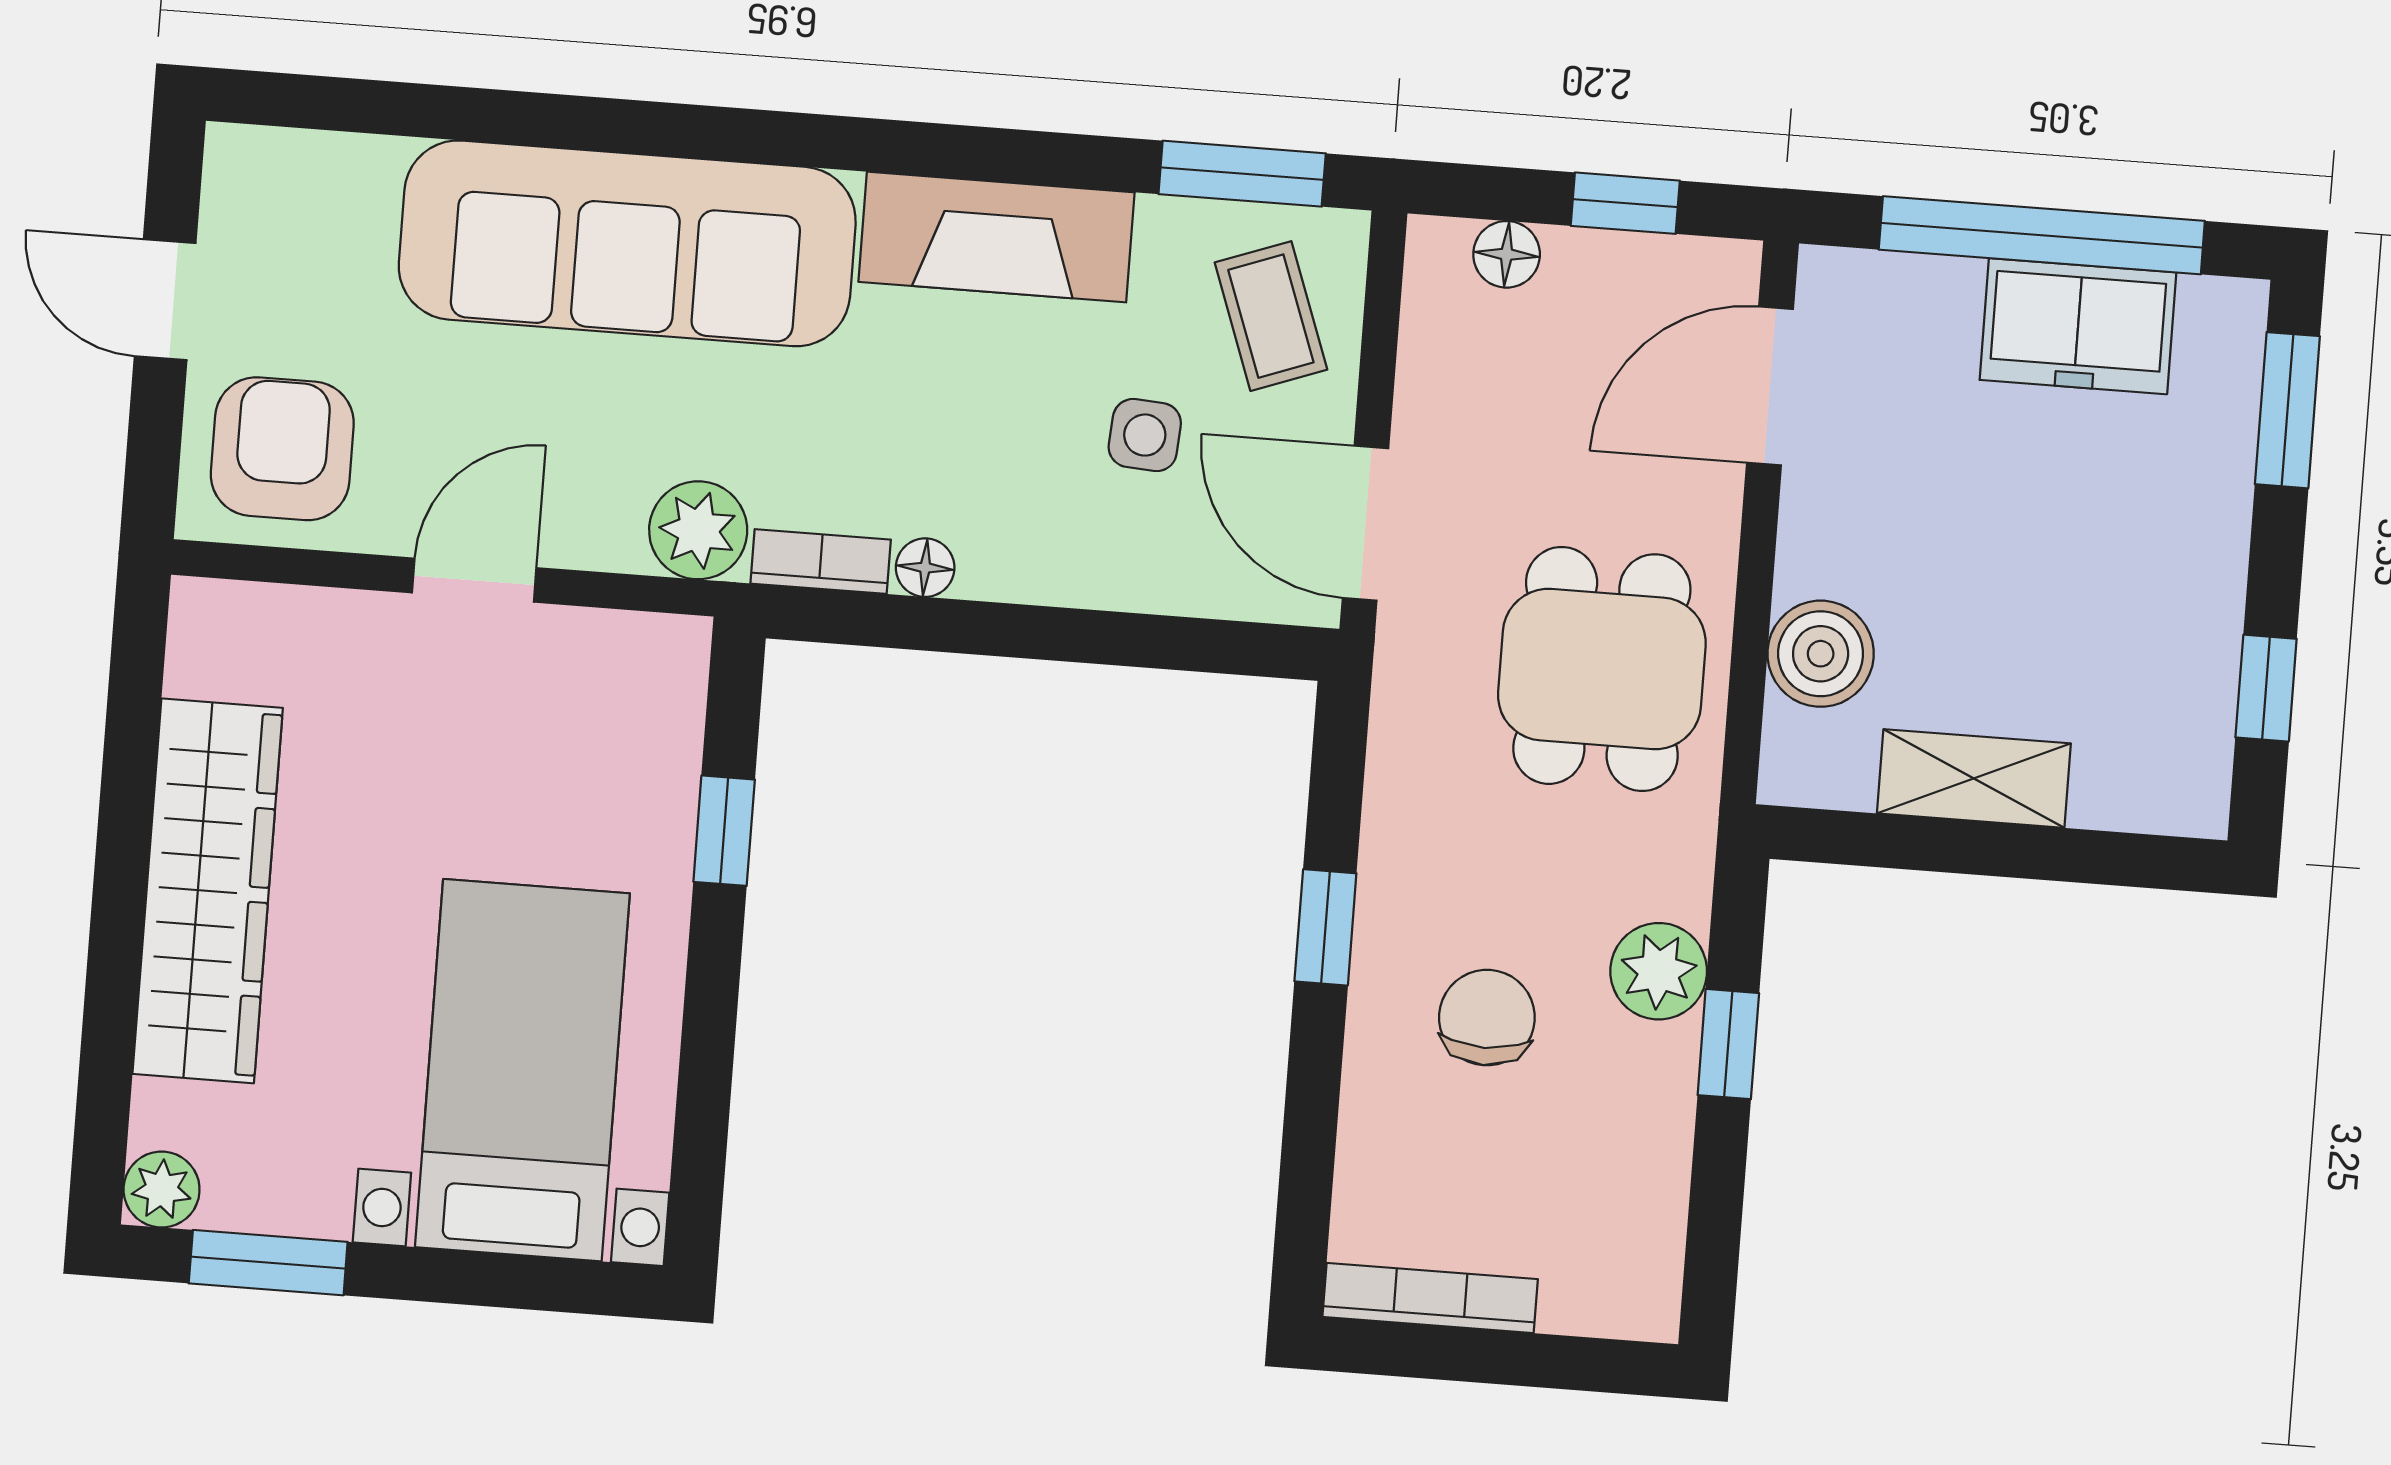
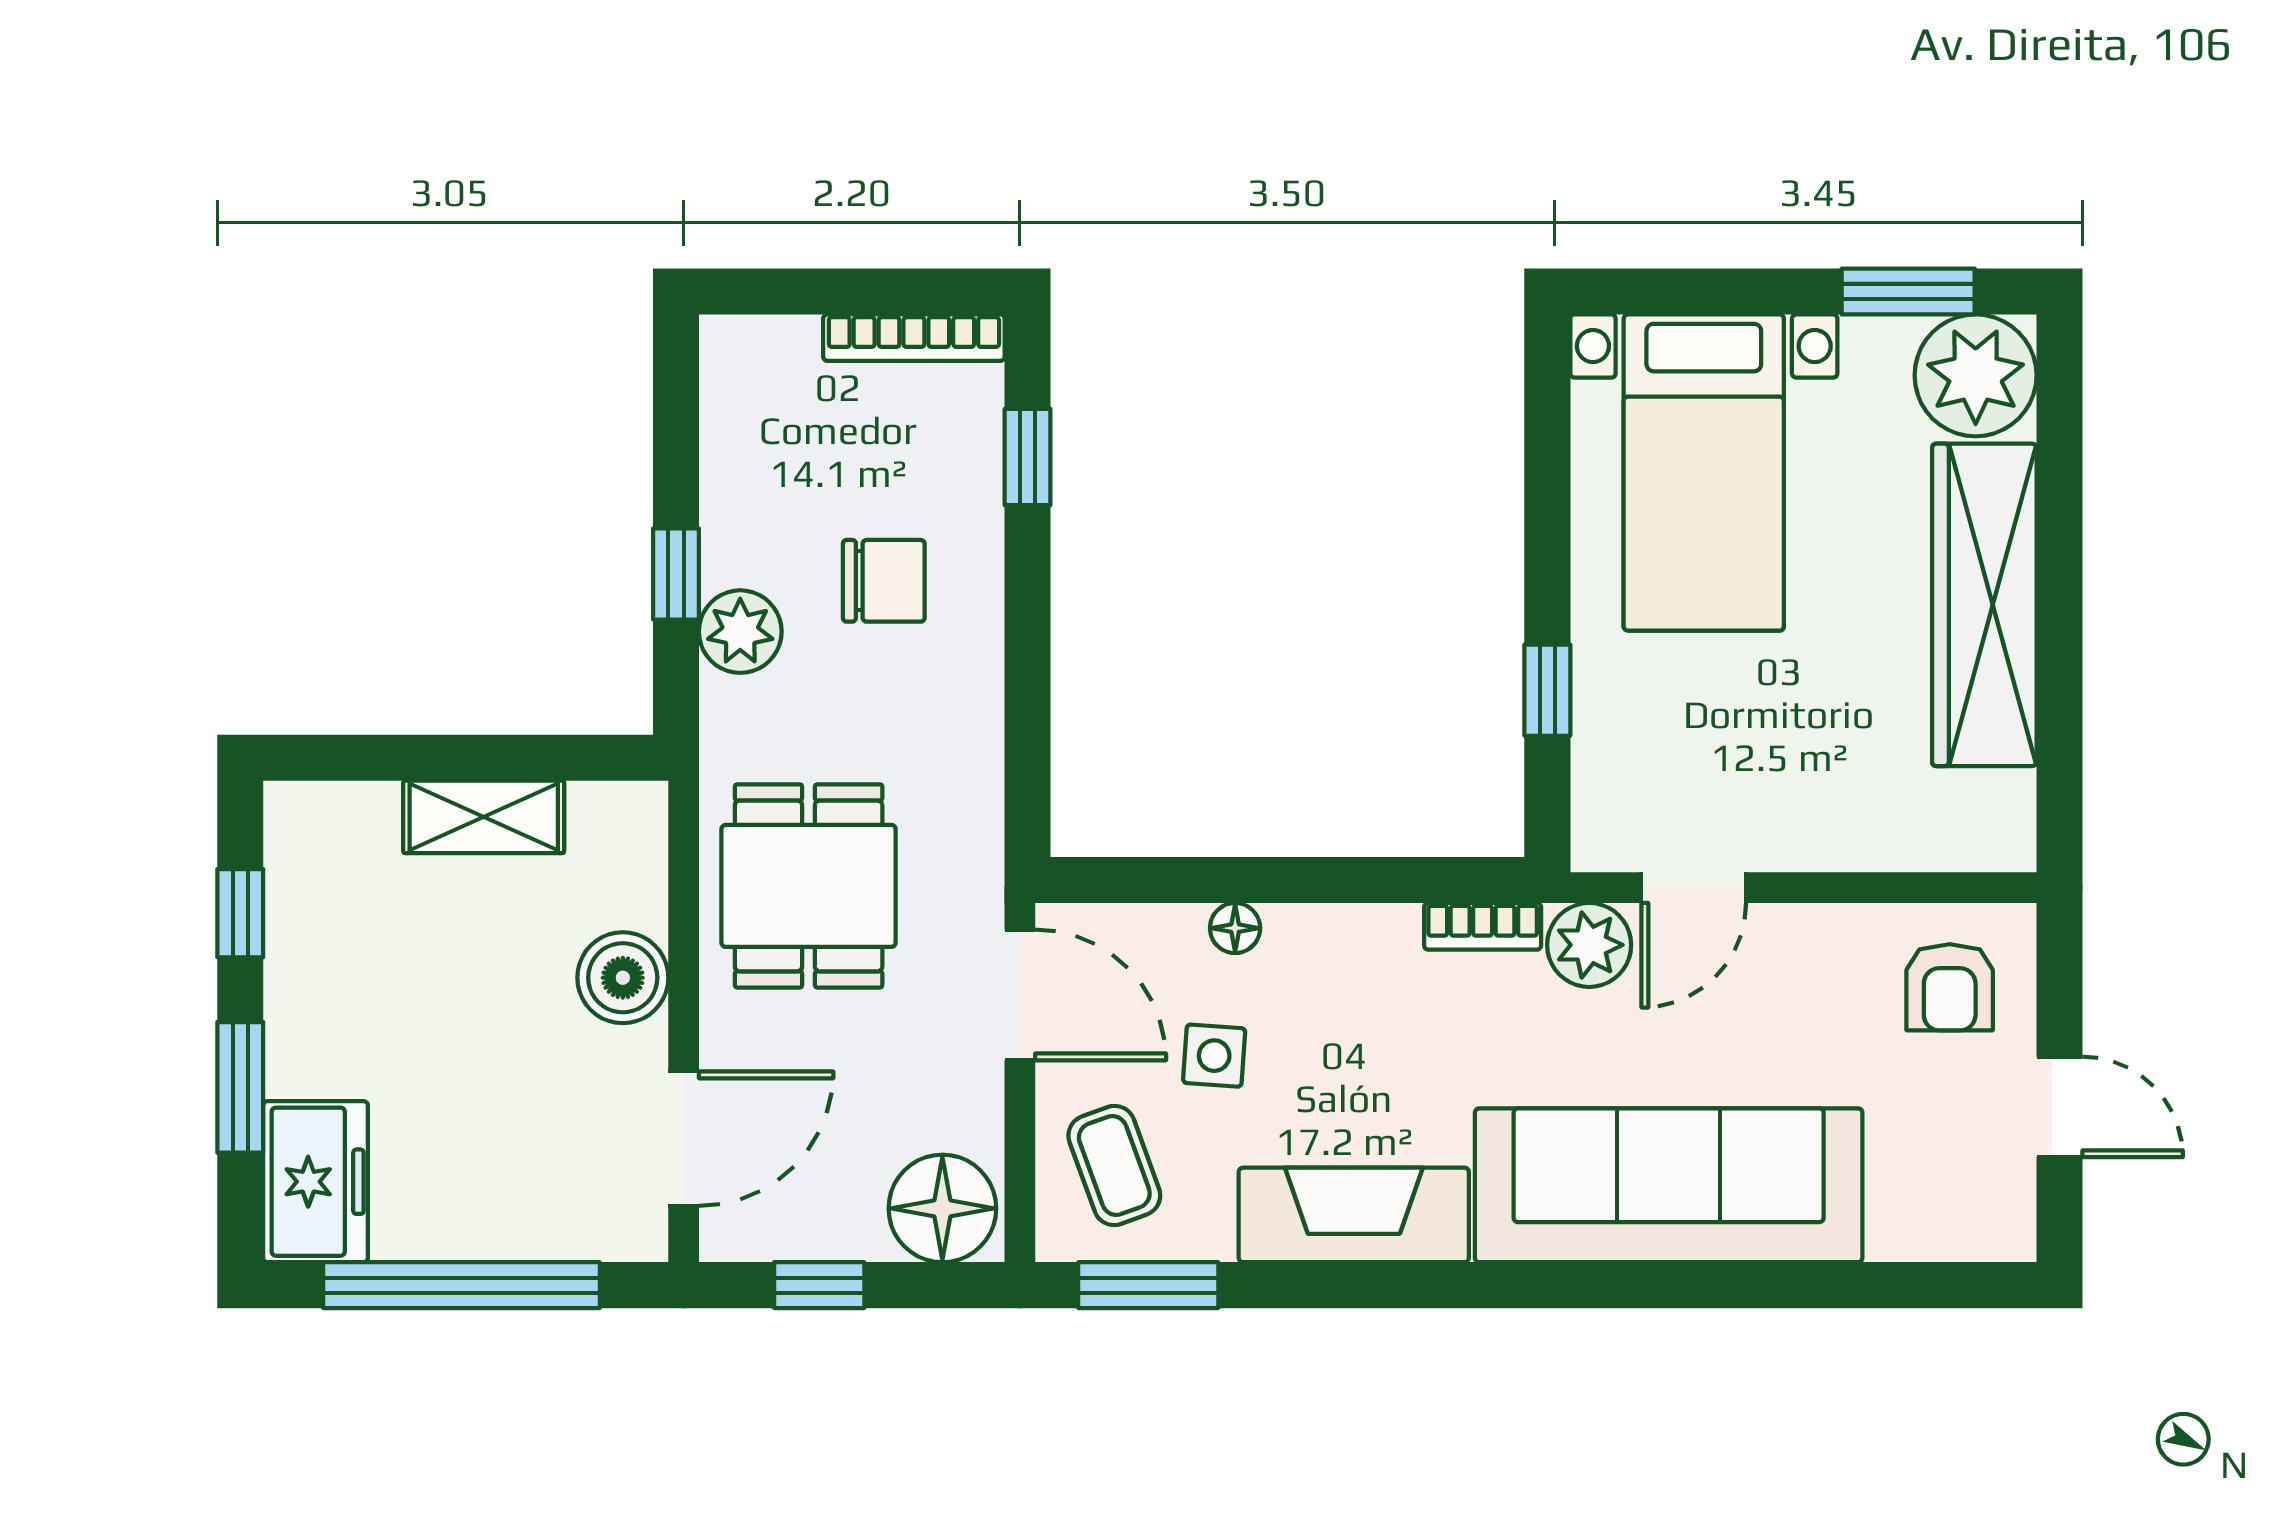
floor lamp: (1507, 254) -> (942, 1208), width x1.89, depth x1.89
freezer: (2078, 326) -> (316, 1182), moved, turned 90
window: (2287, 410) -> (240, 1087), moved
armchair: (282, 449) -> (1950, 987), width x0.72, depth x0.72
floor lamp: (925, 568) -> (1235, 928), moved
door: (474, 580) -> (1694, 888), moved
boiler: (1821, 654) -> (623, 978), moved
window: (1325, 927) -> (1028, 457), moved
chair: (1487, 1018) -> (884, 581), turned -90
plant: (162, 1189) -> (1976, 375), width x1.87, depth x1.87

